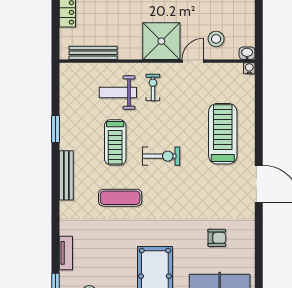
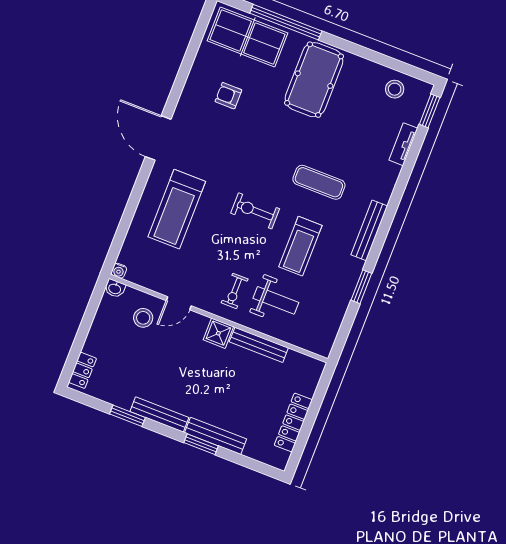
shower: (161, 41) -> (218, 333), width x0.54, depth x0.54
bench: (93, 53) -> (259, 345), moved
treadmill: (115, 142) -> (300, 246), turned 180

